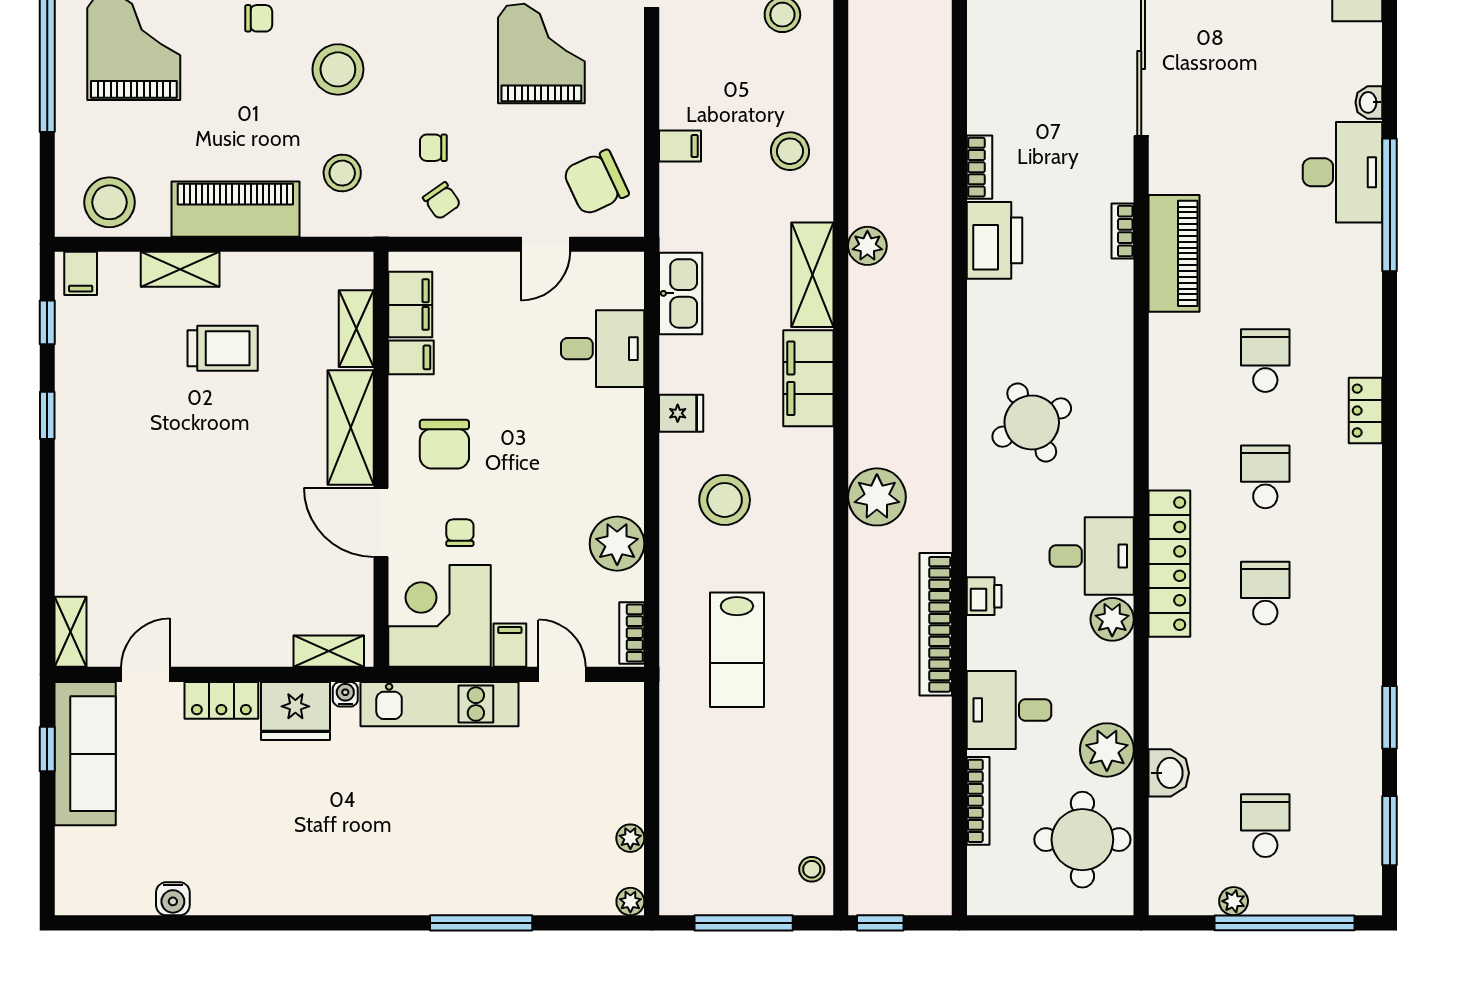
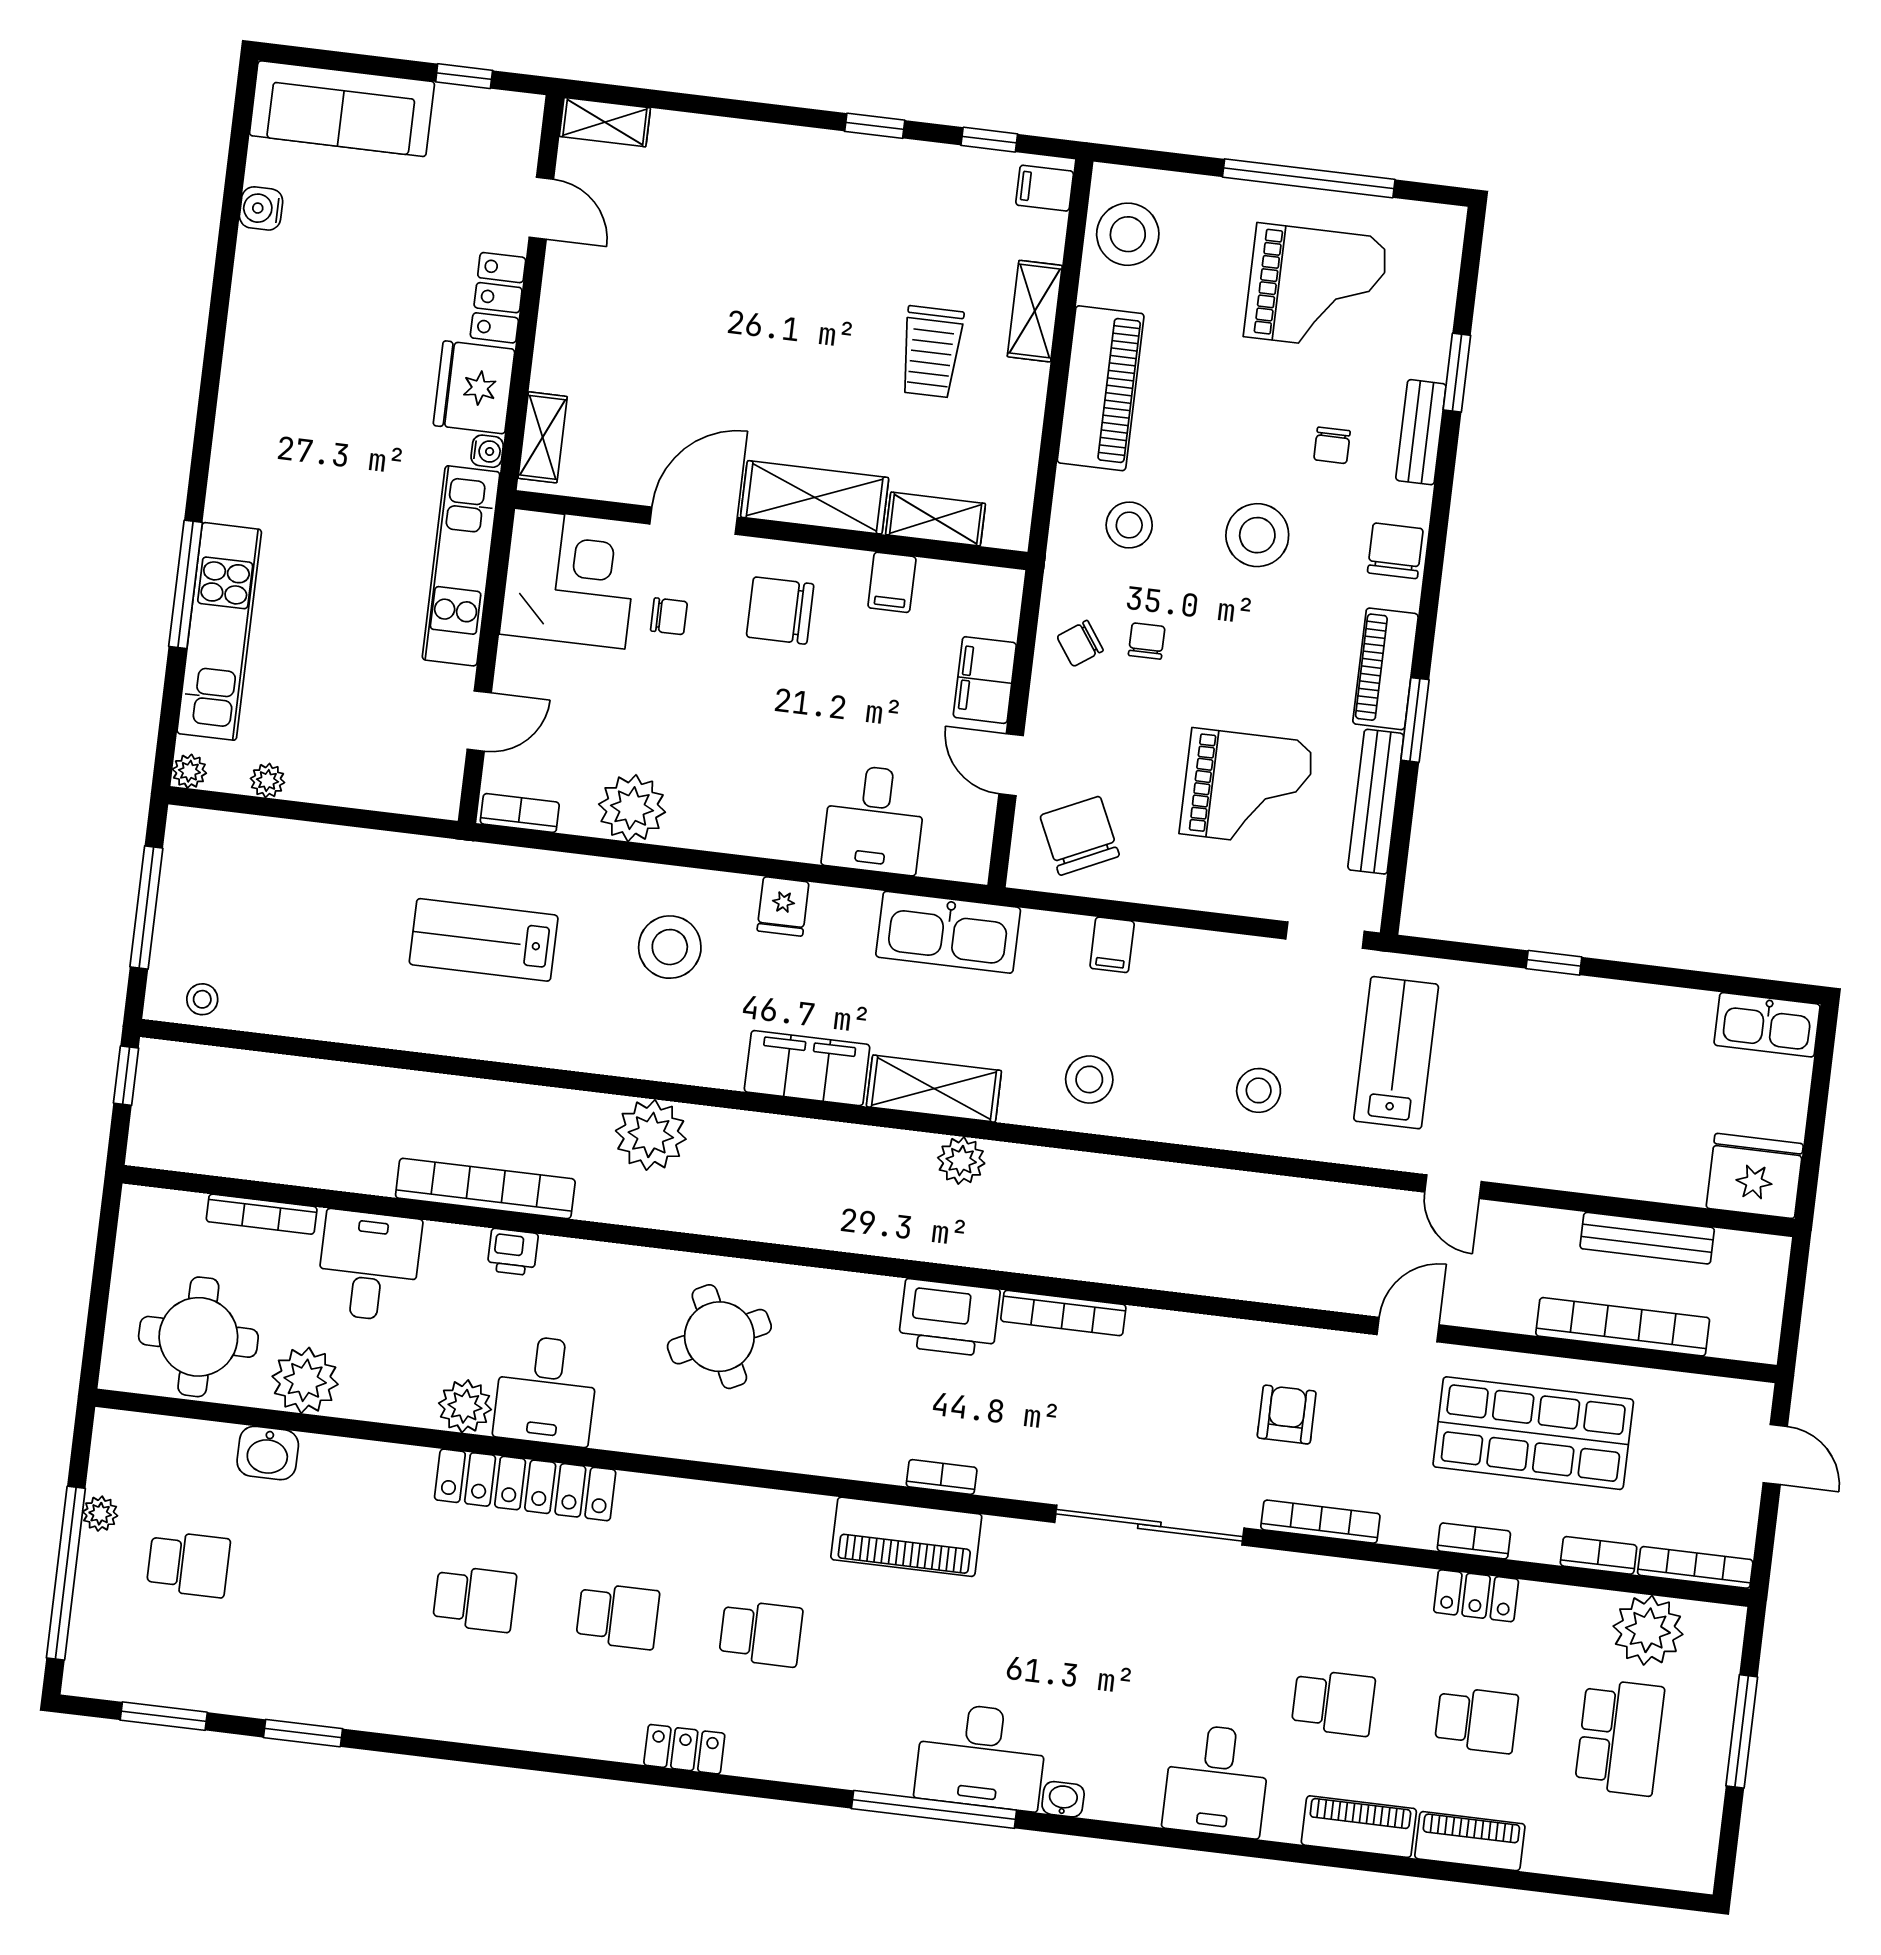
bookcase: (979, 167) -> (1063, 1313), width x1.56
kitchen sink: (681, 293) -> (948, 932), width x1.36, depth x1.24
filing cabinet: (410, 305) -> (985, 680), moved, turned 90
filing cabinet: (510, 645) -> (523, 661), removed
sofa: (85, 754) -> (342, 109), moved
kitchen unit: (516, 891) -> (219, 631), added

